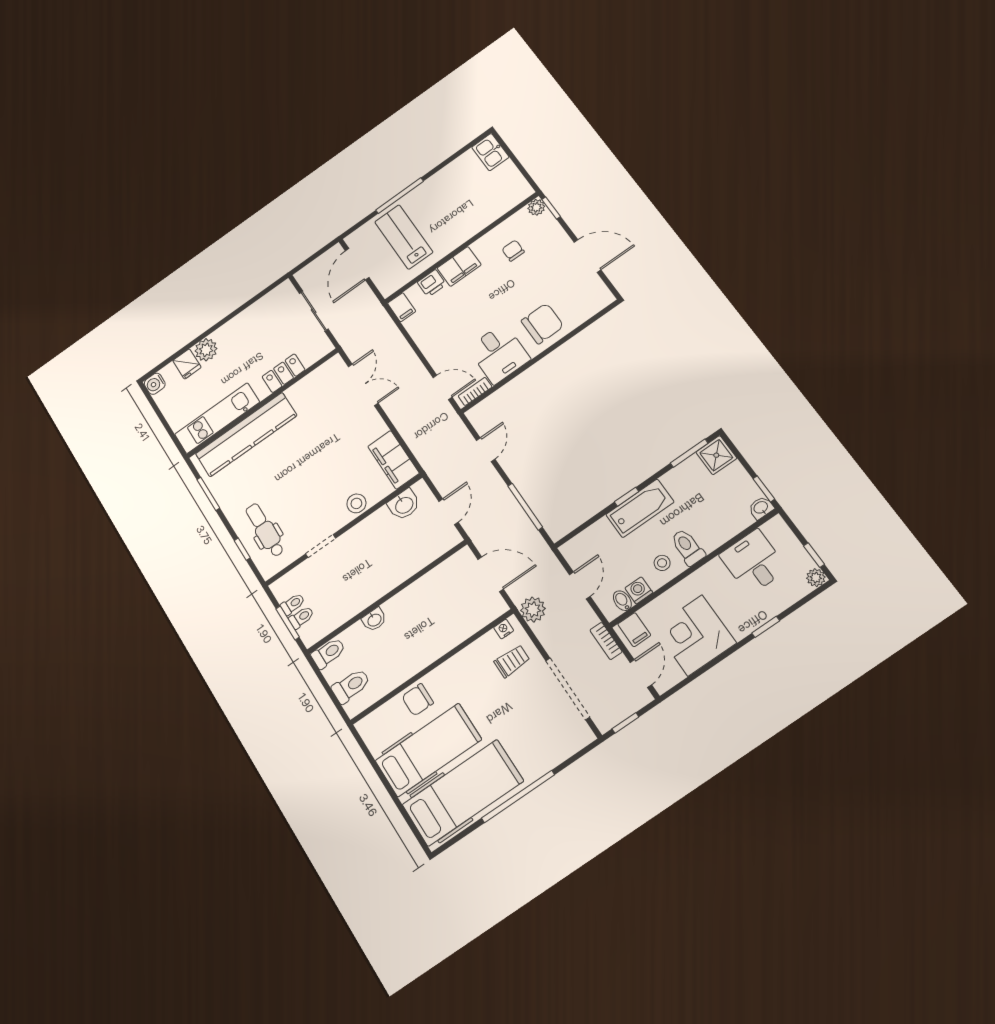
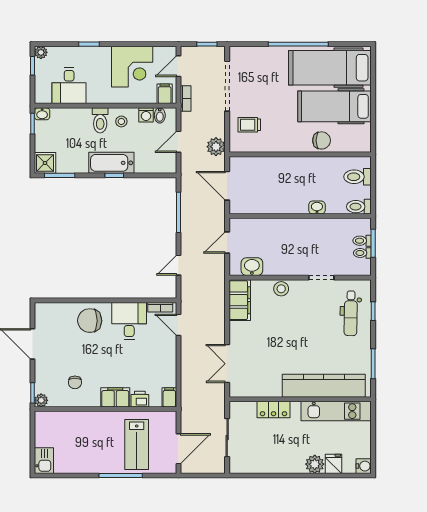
nightstand: (504, 629) -> (241, 147), removed

